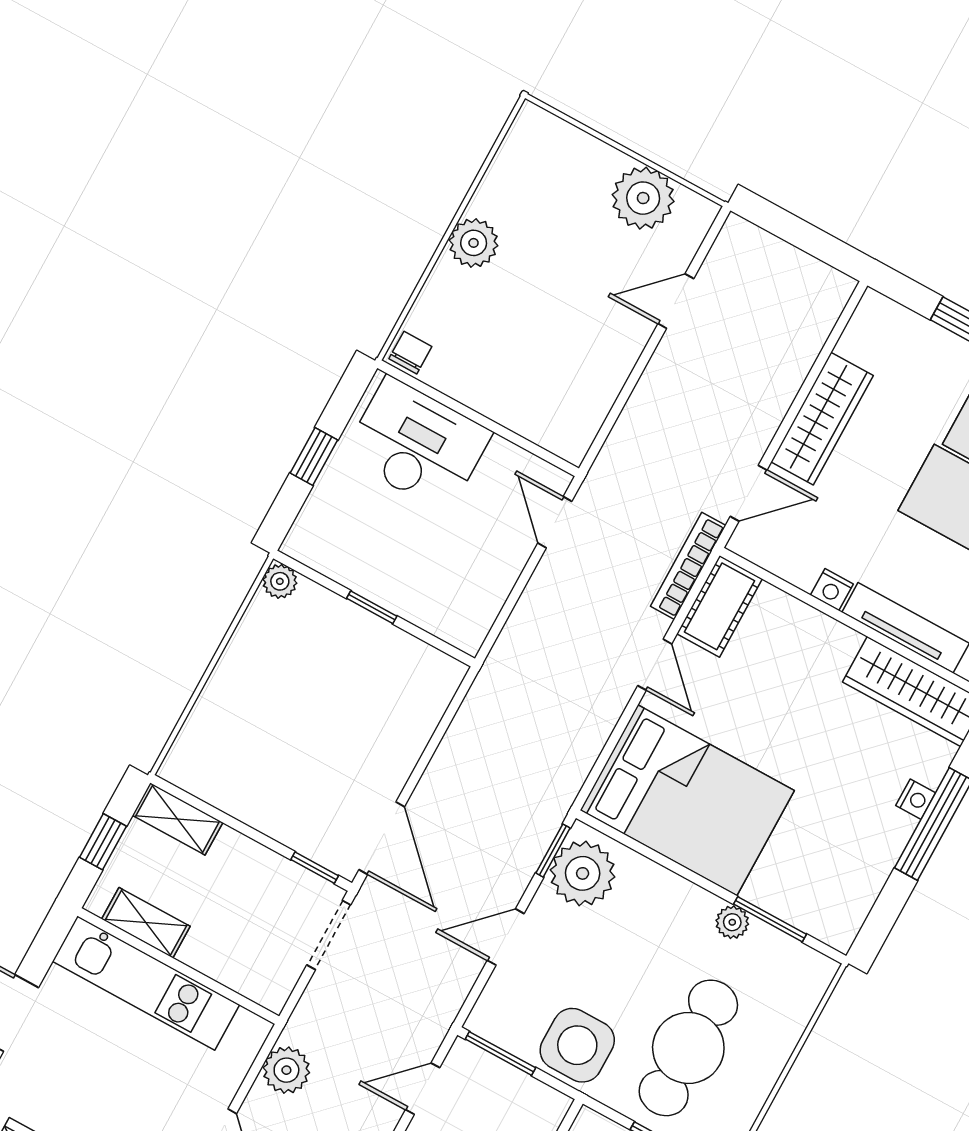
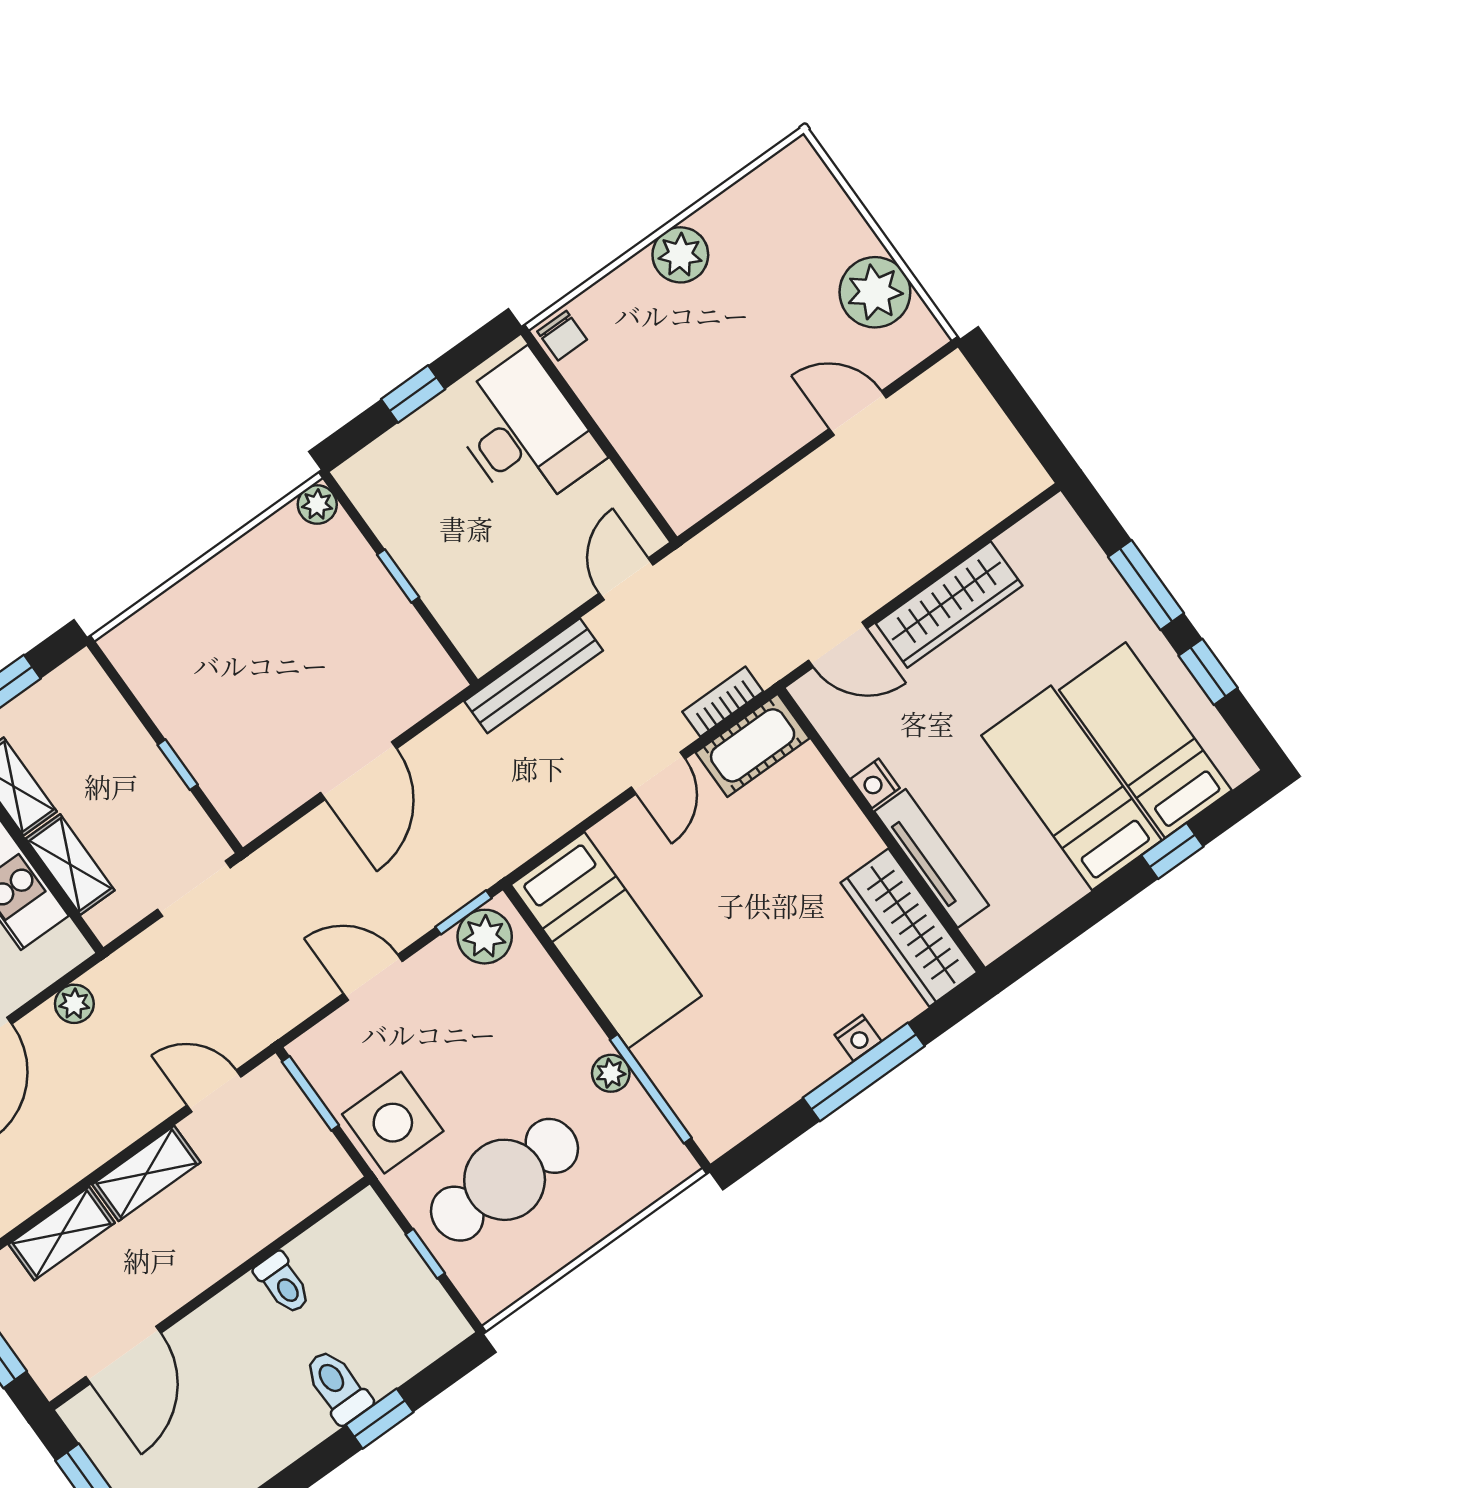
chair: (410, 353) -> (562, 336), turned 90
bookcase: (688, 566) -> (723, 702), width x0.64
bench: (518, 635) -> (534, 676), added
bed: (687, 800) -> (606, 940), width x0.67
shelving: (178, 819) -> (70, 865), moved
door: (382, 838) -> (358, 771), moved
window: (315, 868) -> (178, 765), moved
plant: (583, 873) -> (485, 937), width x0.73, depth x0.73
window: (770, 919) -> (651, 1089), width x1.44
plant: (286, 1070) -> (74, 1004), width x0.73, depth x0.73

